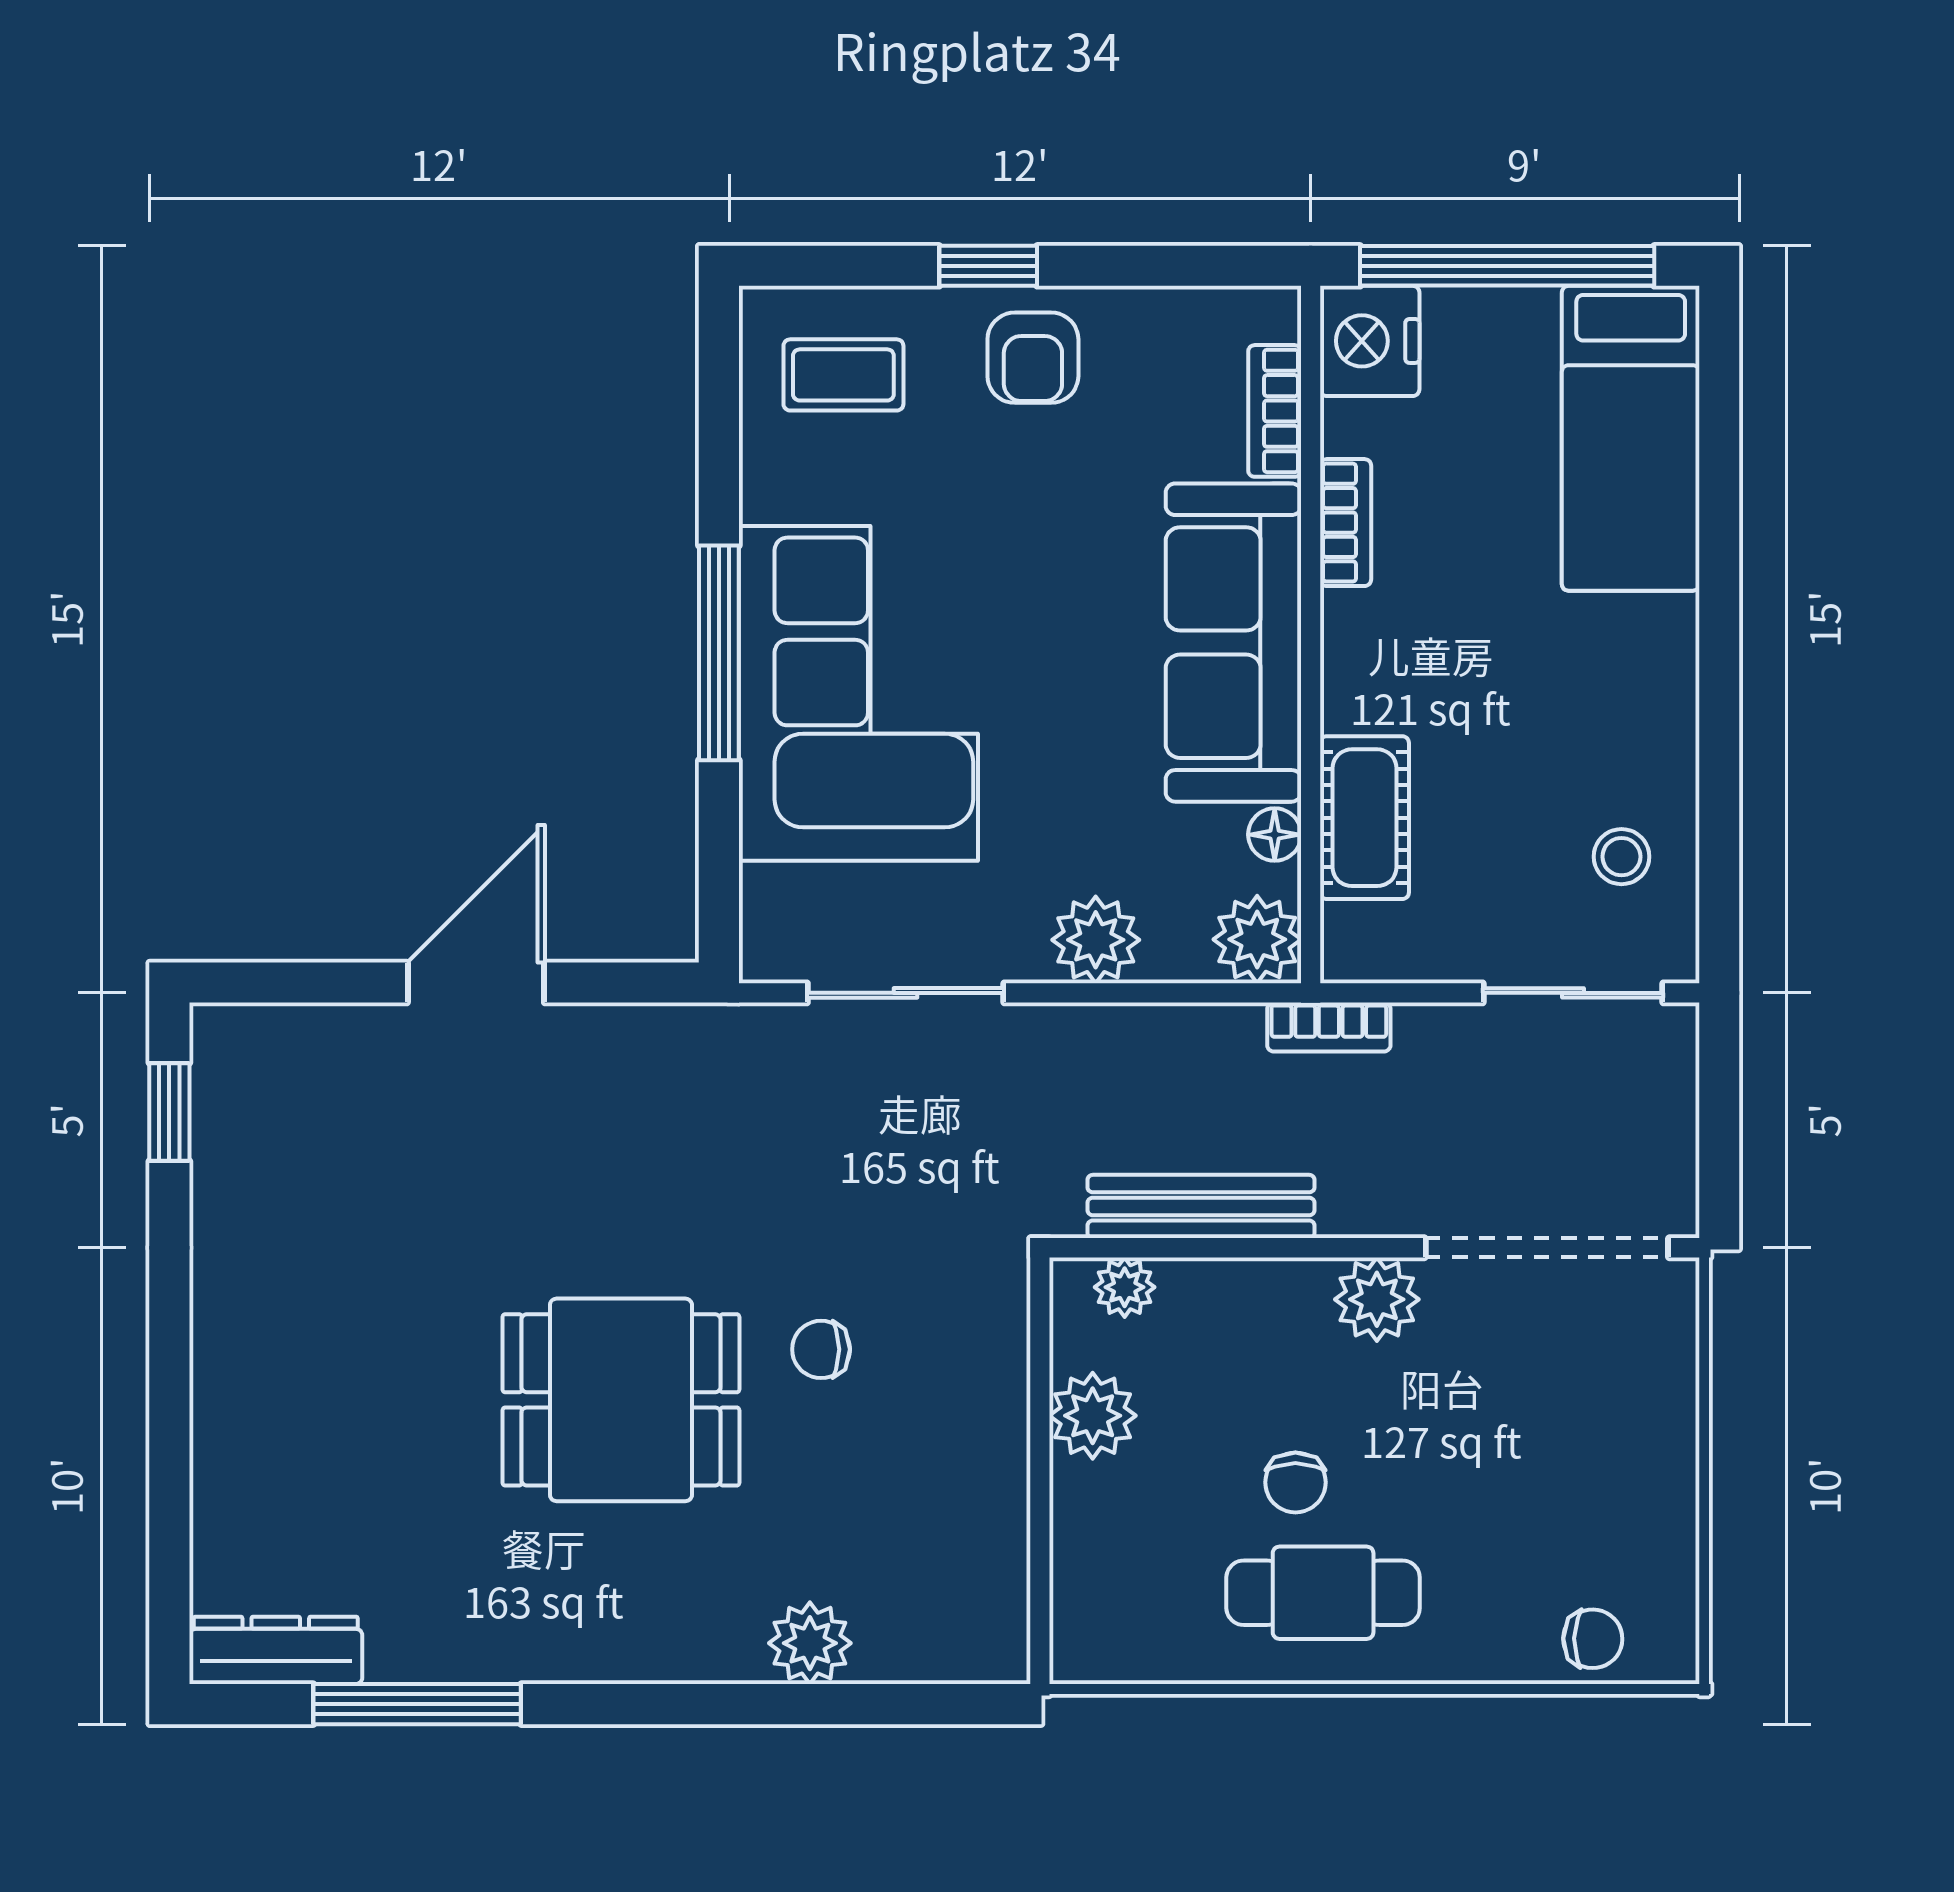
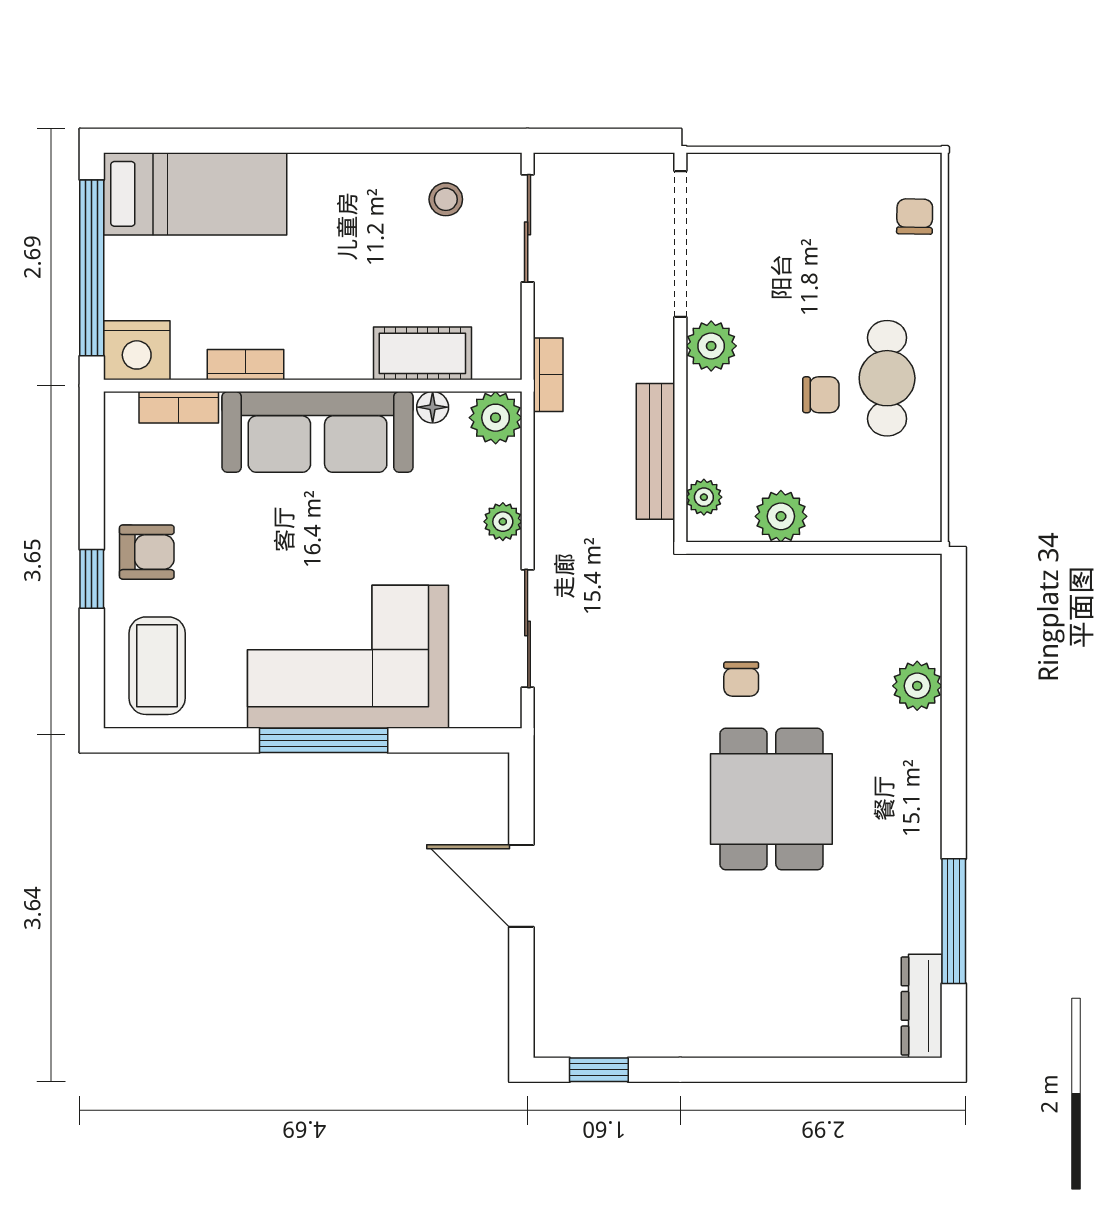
coffee table: (843, 375) -> (157, 666), width x1.36, depth x1.30
plant: (1096, 940) -> (503, 522), width x0.73, depth x0.73

